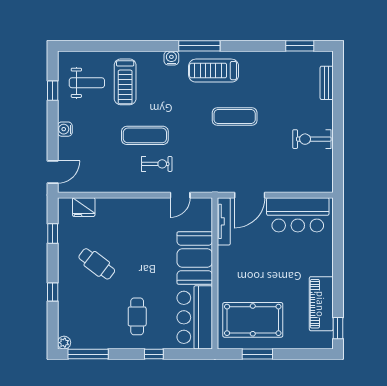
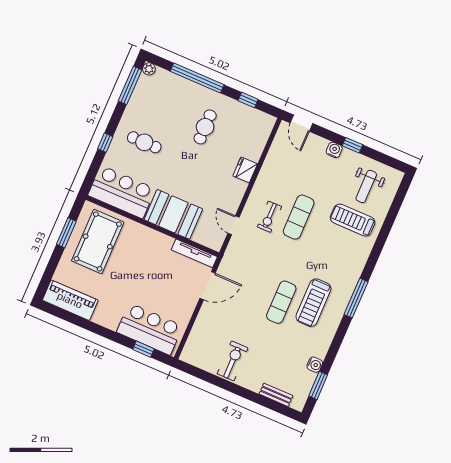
water cooler: (171, 58) -> (315, 365), moved
treadmill: (214, 71) -> (313, 303), moved, turned 180
window: (53, 91) -> (353, 145), moved
door: (250, 195) -> (207, 286), swing flipped
fridge: (84, 207) -> (245, 170), moved
bar counter: (298, 215) -> (150, 329), moved, turned 90
cafe table: (97, 264) -> (205, 127), turned -37
window: (53, 292) -> (197, 78), width x3.17
piano: (321, 304) -> (70, 300), moved
window: (338, 328) -> (143, 349), moved

